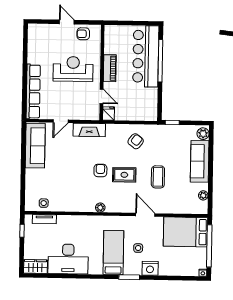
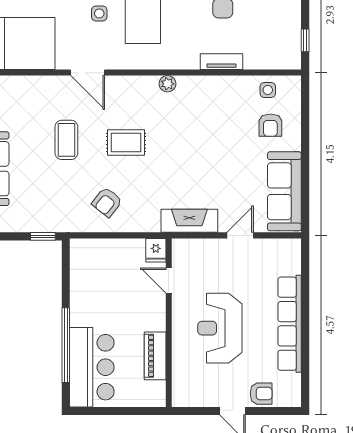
armchair: (83, 34) -> (261, 394), moved
bar counter: (146, 56) -> (92, 367), width x0.73
piano: (110, 68) -> (155, 356), moved
reception desk: (73, 69) -> (220, 328), turned 90
row of seats: (33, 91) -> (290, 324), moved
armchair: (100, 170) -> (270, 125), moved
tv unit: (44, 219) -> (221, 62), moved

